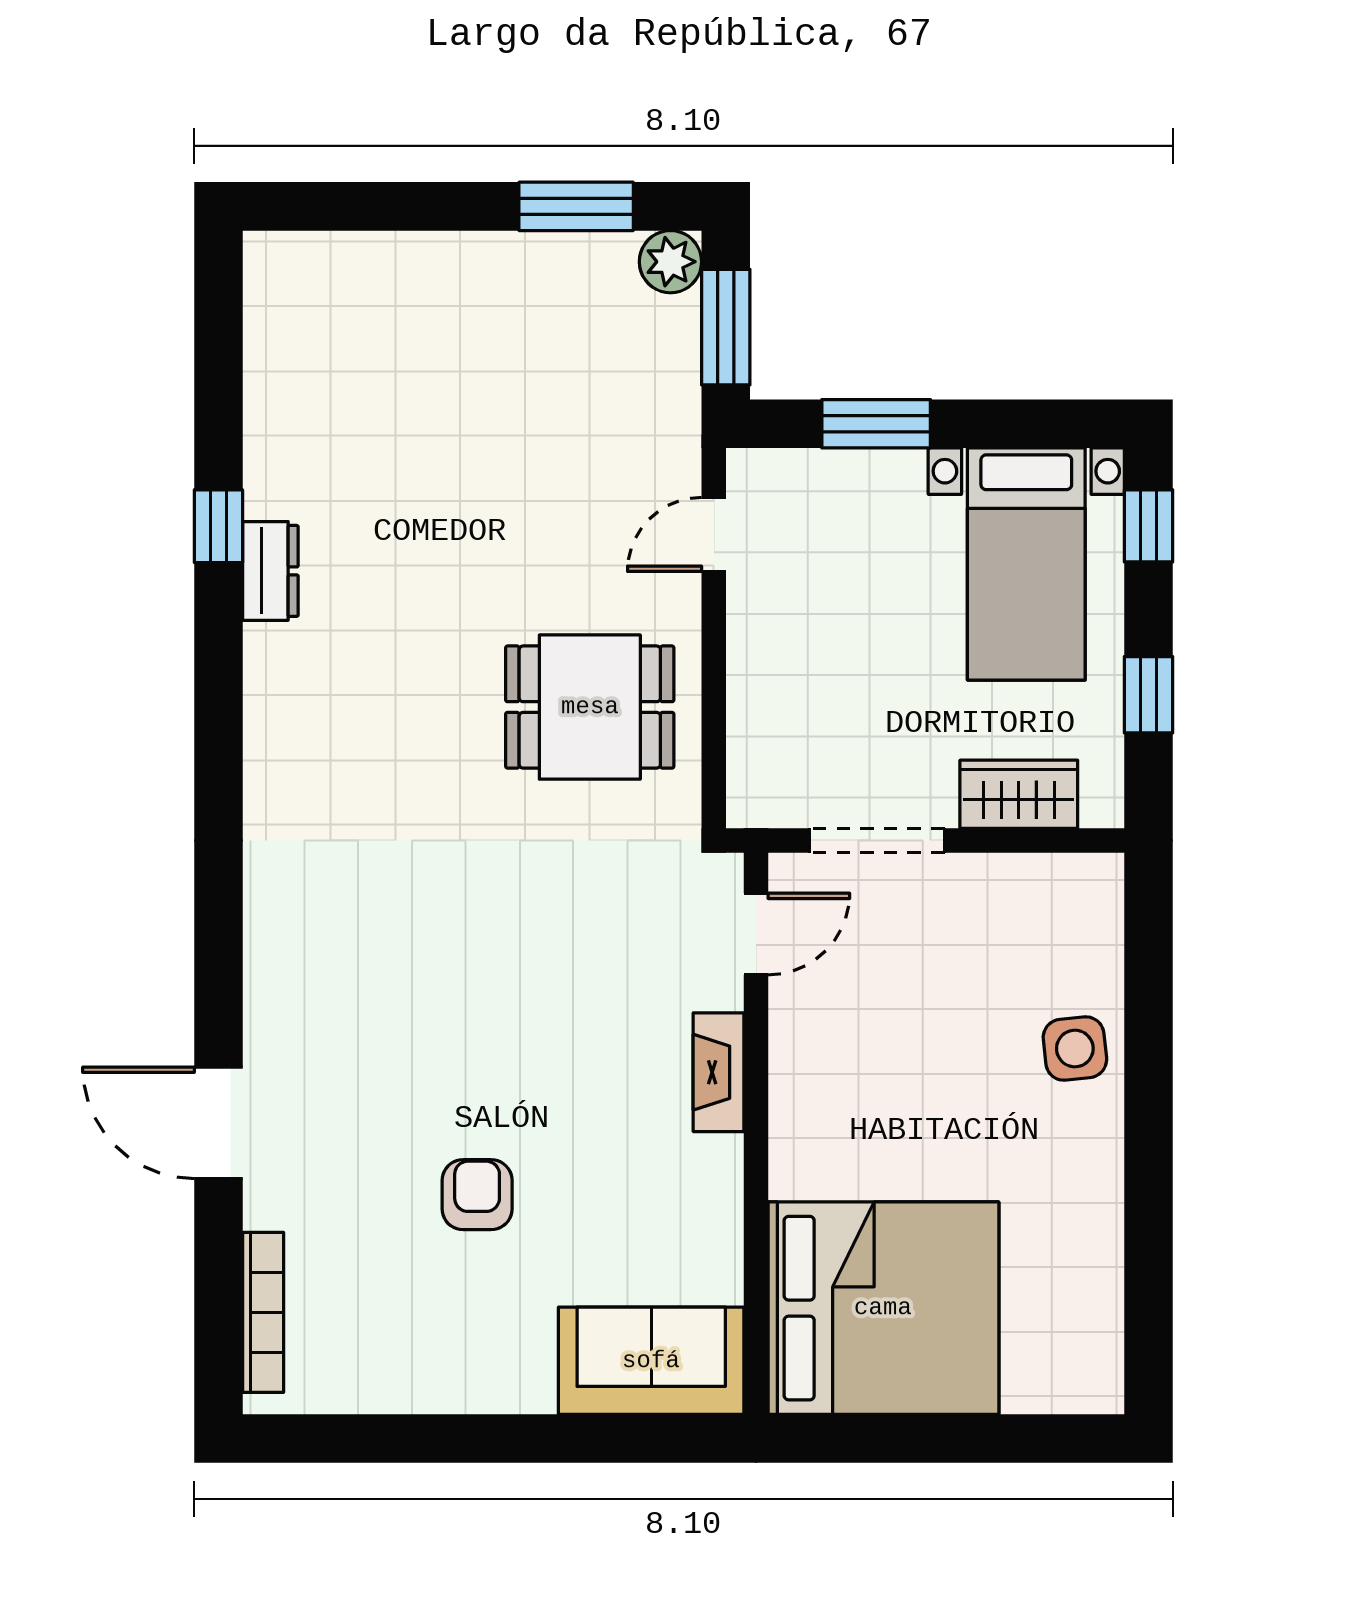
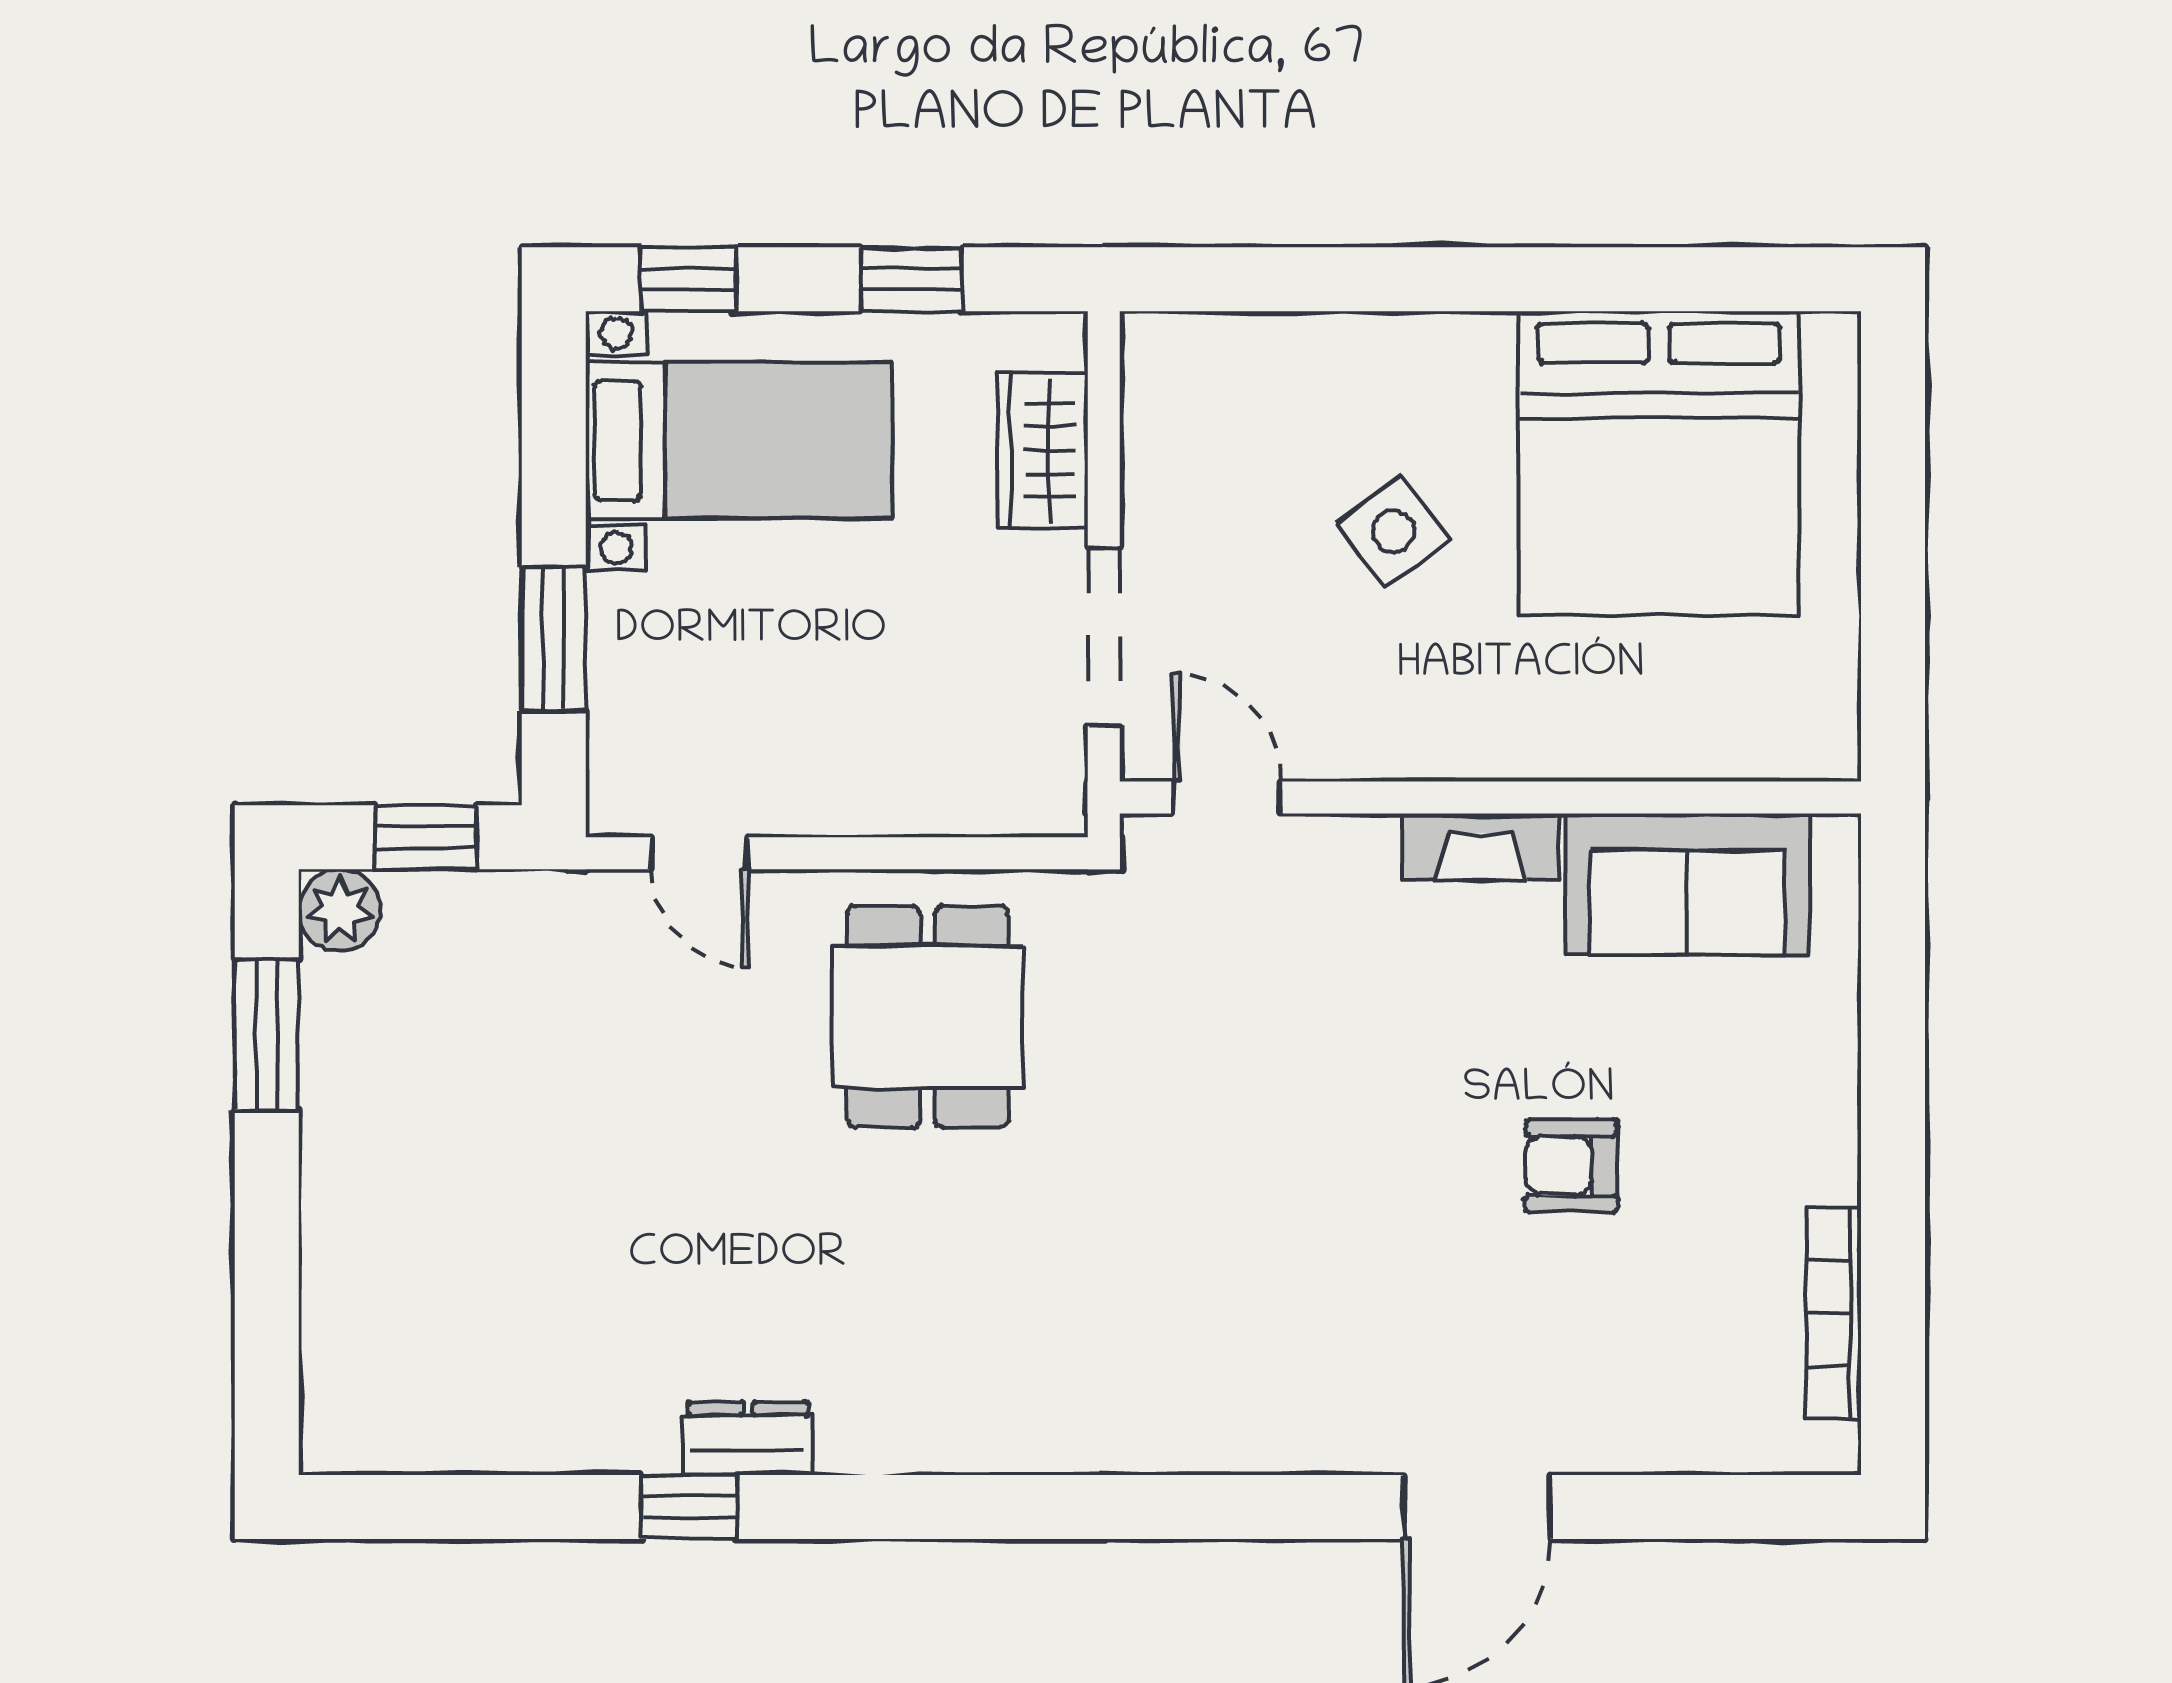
window: (726, 327) -> (426, 837), width x0.67
side table: (1075, 1049) -> (1393, 531), moved, turned -31
fireplace: (719, 1072) -> (1480, 847), moved
bed: (883, 1308) -> (1659, 463), moved, turned 180
bookcase: (263, 1312) -> (1834, 1313), moved, turned -90
sofa: (651, 1361) -> (1688, 884), moved, turned -90

